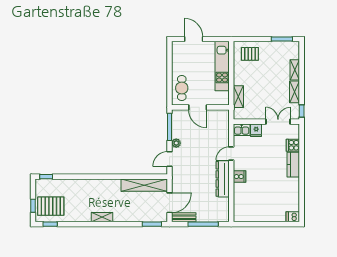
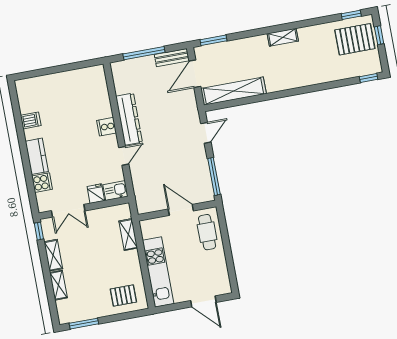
plant: (176, 143) -> (201, 156), removed
dishwasher: (293, 217) -> (31, 120), moved

